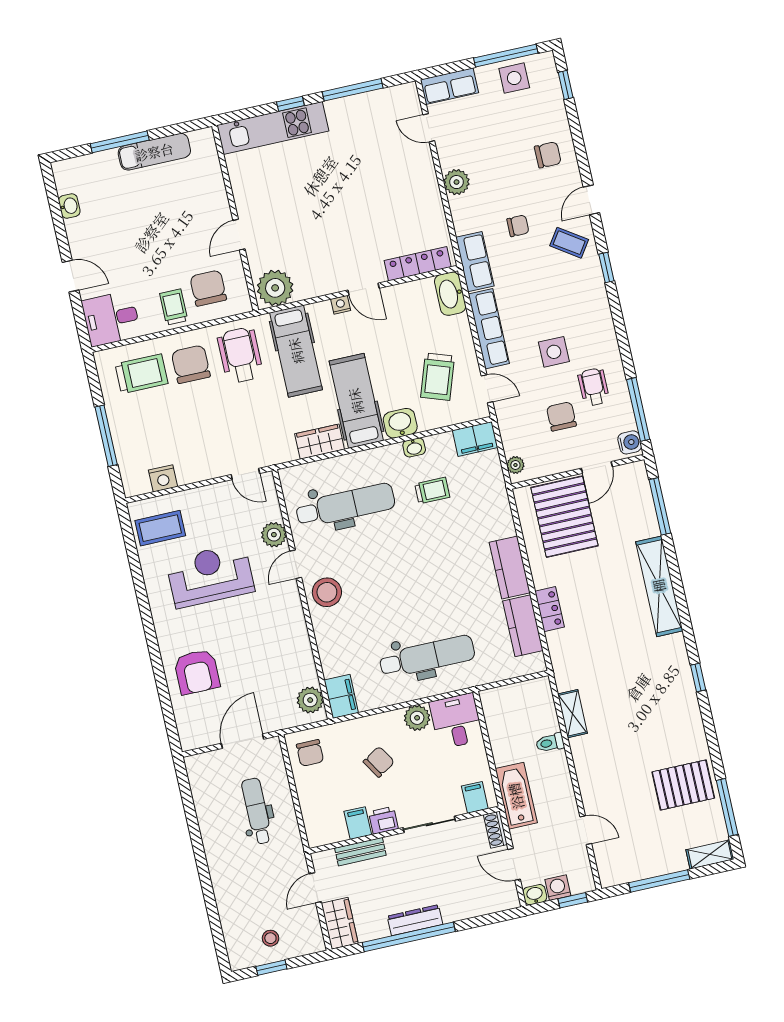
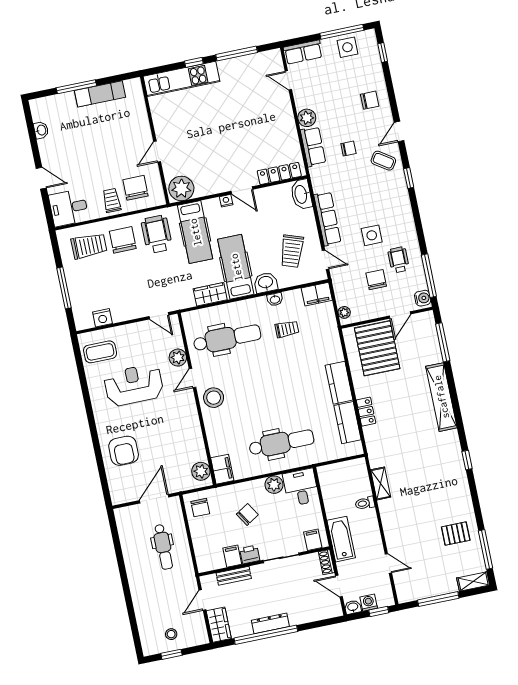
row of seats: (475, 262) -> (313, 147), moved
pallet: (683, 785) -> (456, 534), width x0.67, depth x0.71
dental chair: (257, 811) -> (163, 547), turned 180

